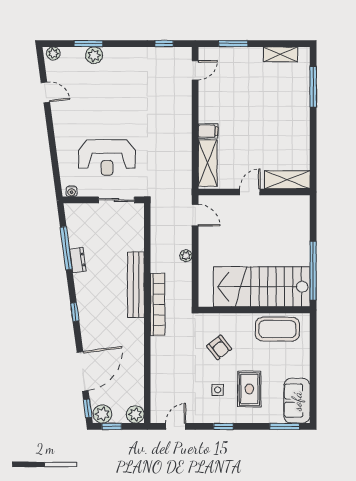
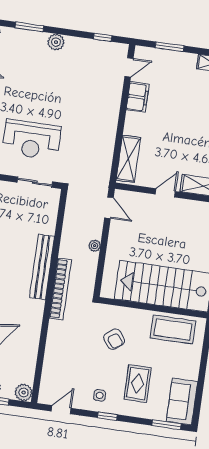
plant: (94, 55) -> (56, 42), moved
filing cabinet: (208, 131) -> (138, 97), moved, width x2.00
side table: (218, 390) -> (100, 395), moved

